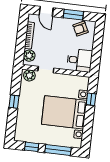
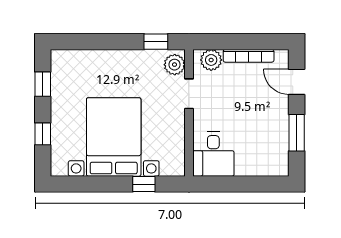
door: (46, 11) -> (297, 82), hinge flipped
armchair: (81, 29) -> (272, 149), removed
window: (14, 102) -> (156, 42), moved
window: (58, 150) -> (43, 134), width x0.46

